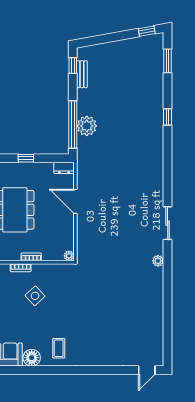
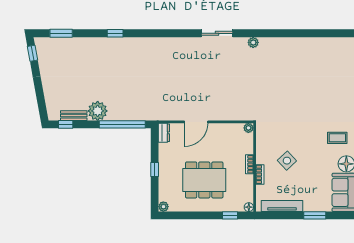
plant: (87, 126) -> (98, 111), moved

